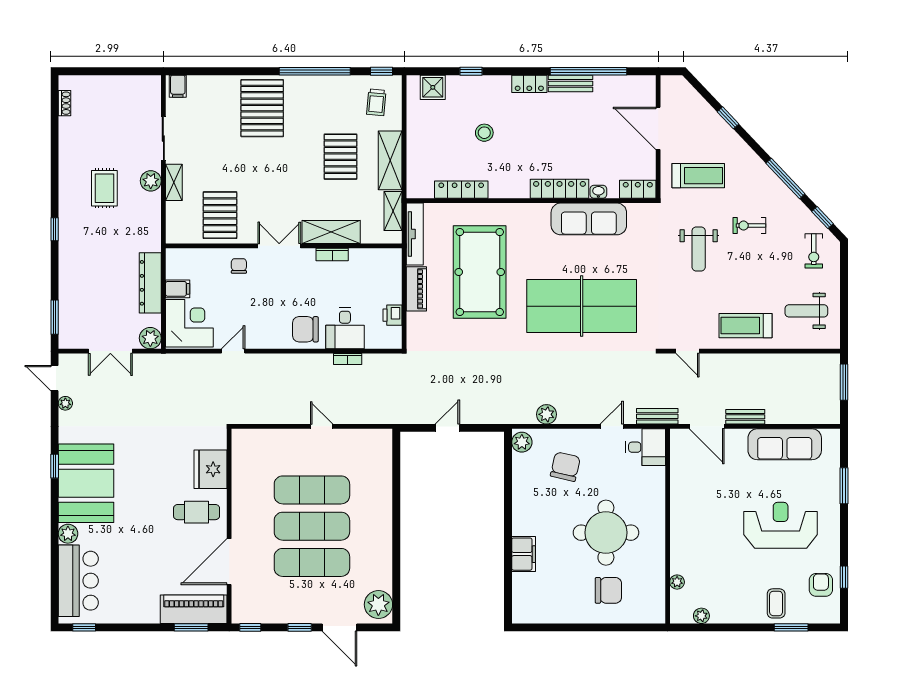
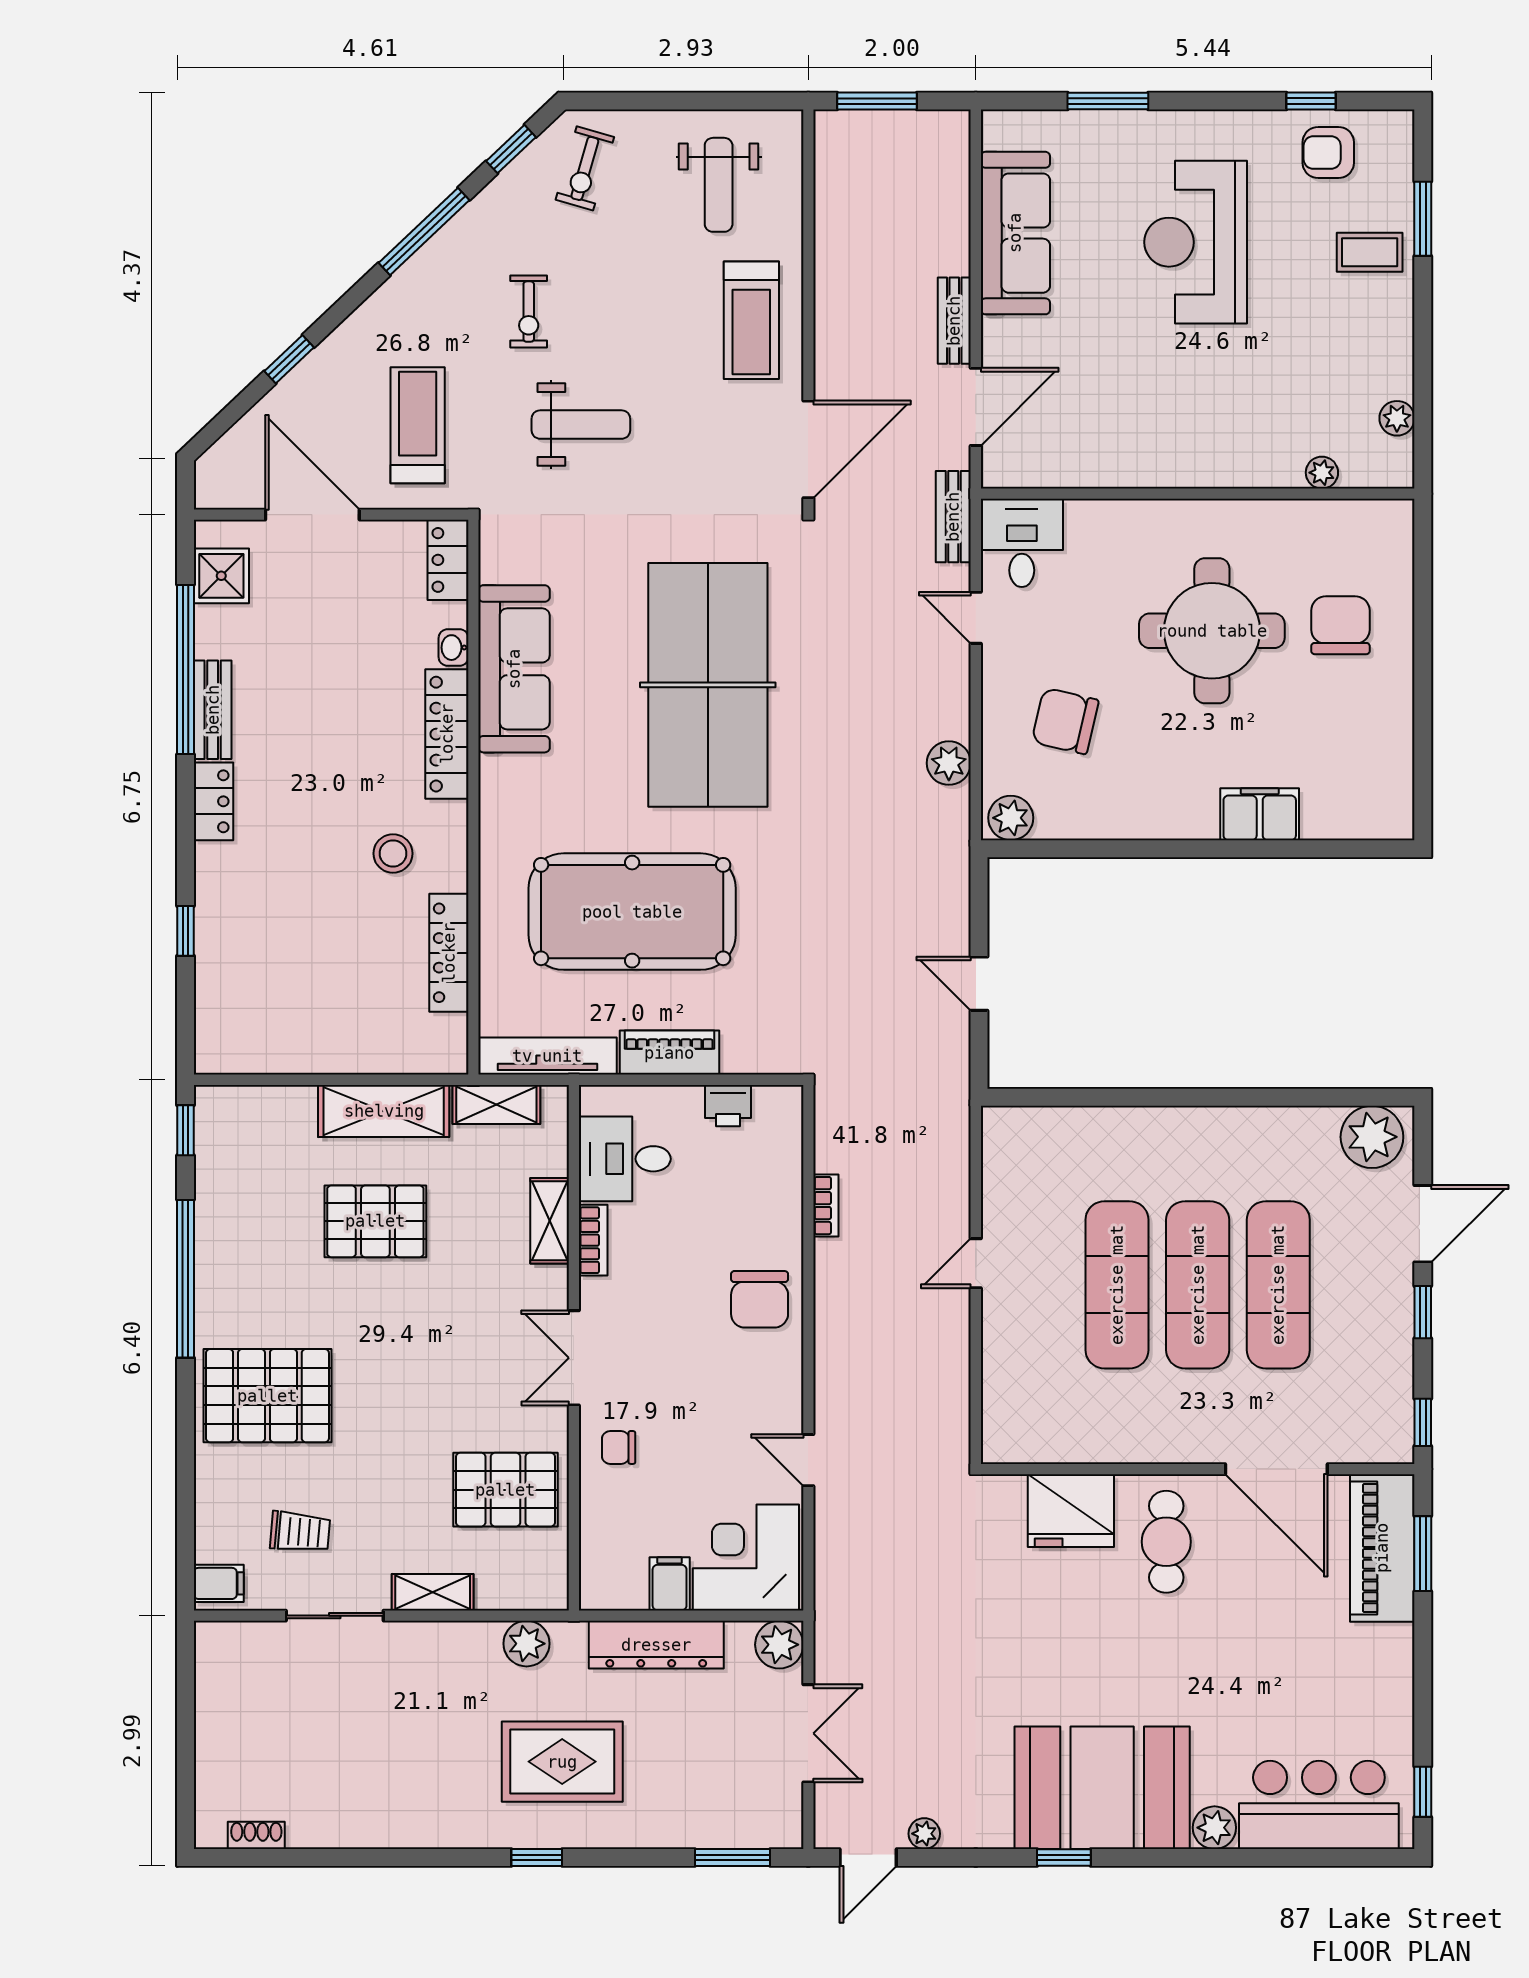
shower: (433, 87) -> (221, 576), moved
trolley: (376, 102) -> (300, 1532), moved
door: (658, 128) -> (312, 515), swing flipped
stool: (484, 133) -> (393, 853), moved
plant: (151, 181) -> (527, 1644), moved
rug: (104, 188) -> (562, 1762), moved, width x1.36, depth x1.43
shelving: (331, 232) -> (550, 1221), width x0.67, depth x0.75
exercise bike: (814, 251) -> (585, 168), turned 106
desk: (345, 328) -> (625, 1159), moved, turned 180
door: (687, 351) -> (808, 449), width x1.88

